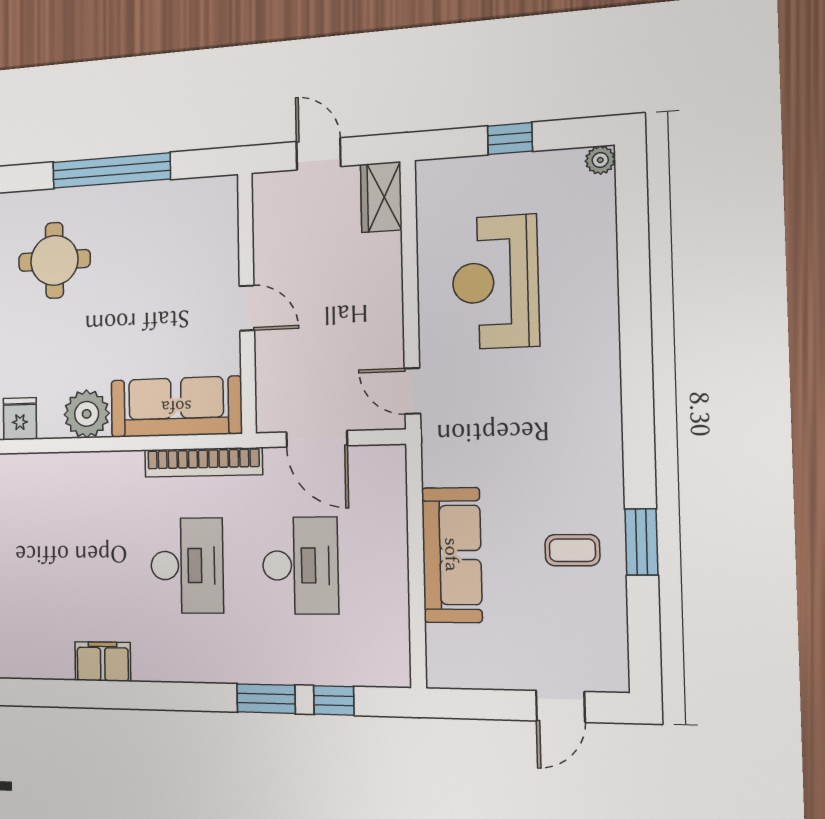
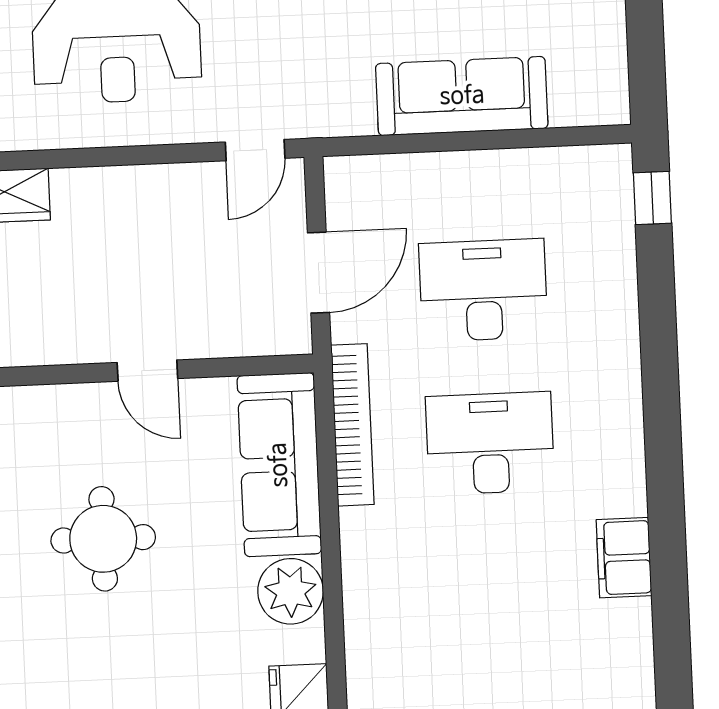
round table: (54, 260) -> (103, 539), moved
door: (247, 308) -> (147, 371), swing flipped
window: (266, 699) -> (658, 331), removed
window: (334, 700) -> (652, 198), moved

